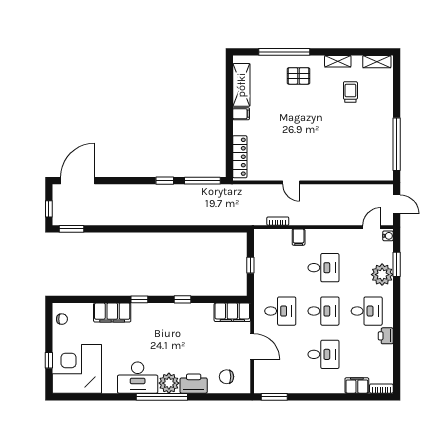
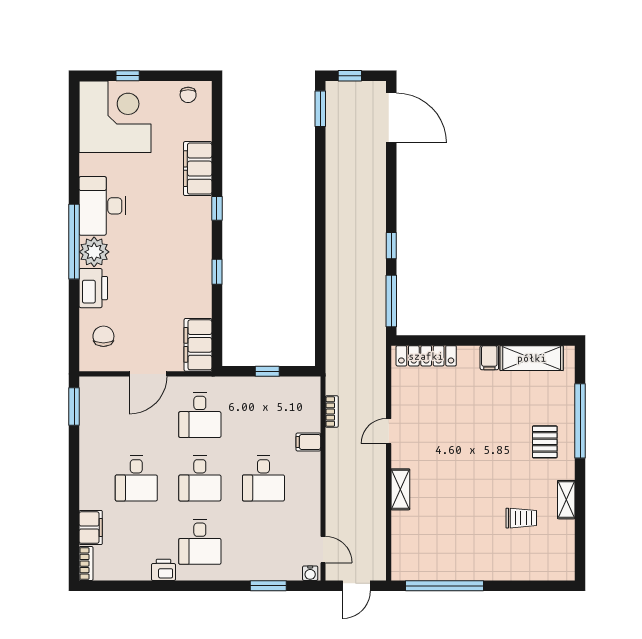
shelving: (377, 62) -> (400, 489), moved
plant: (382, 275) -> (253, 565), removed

